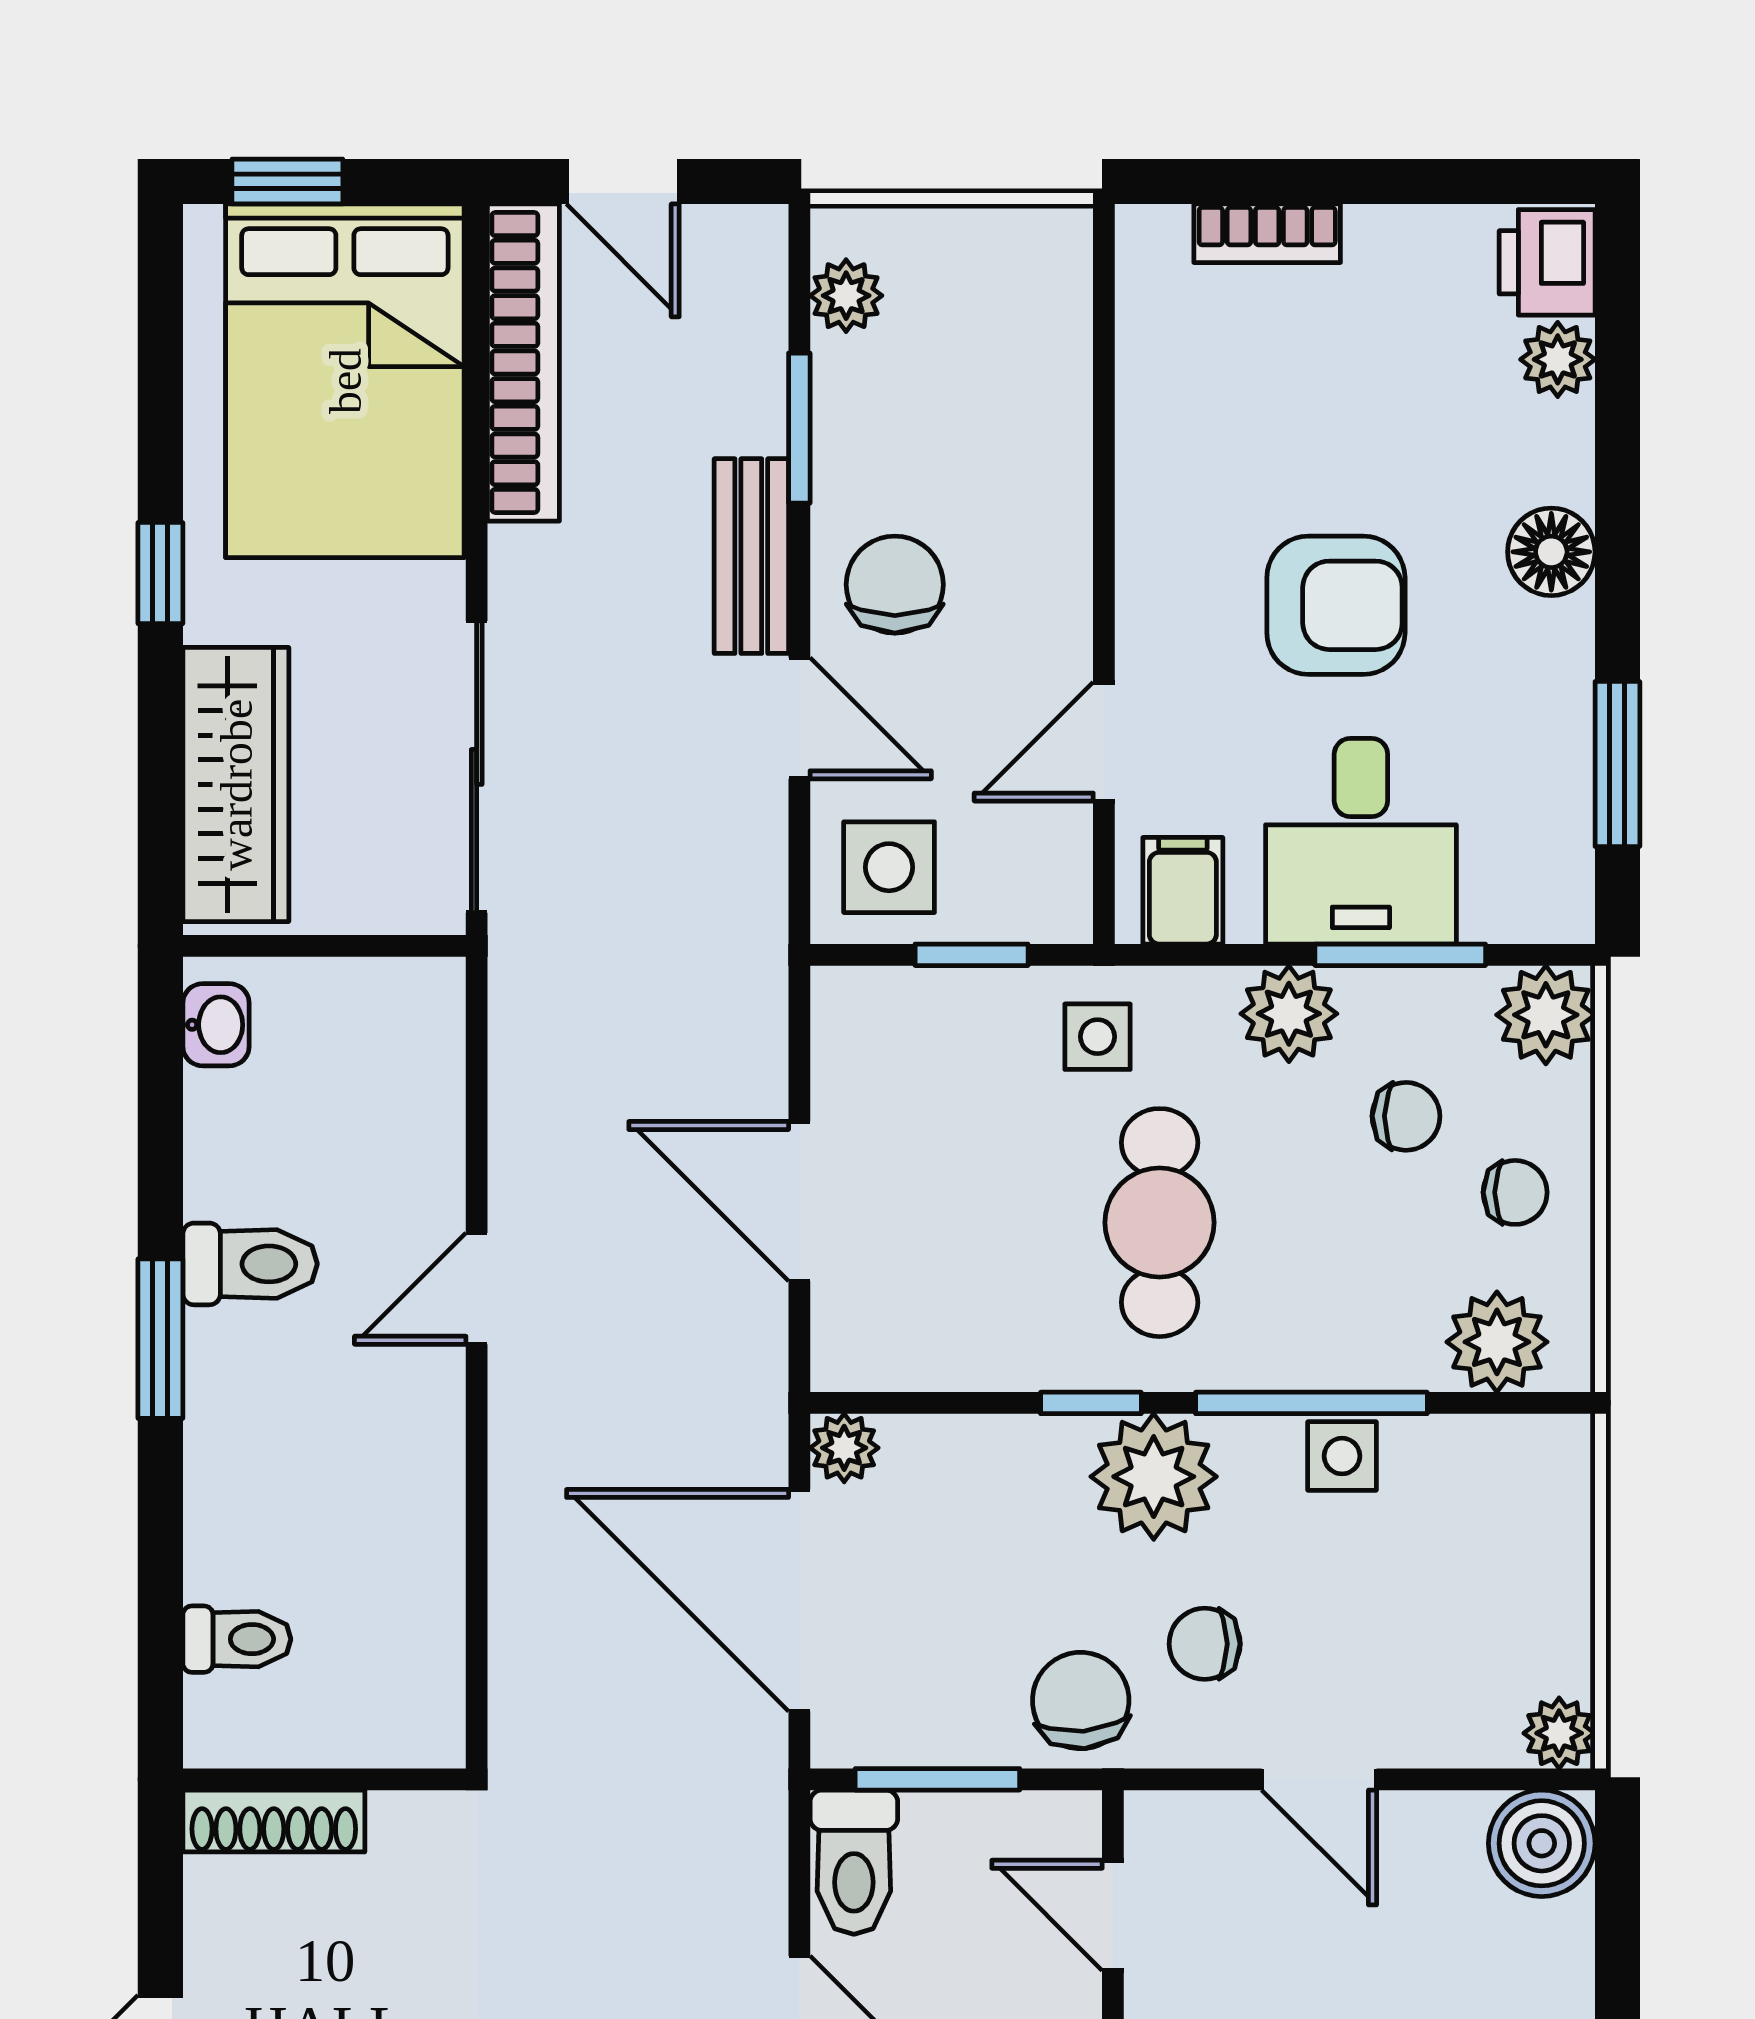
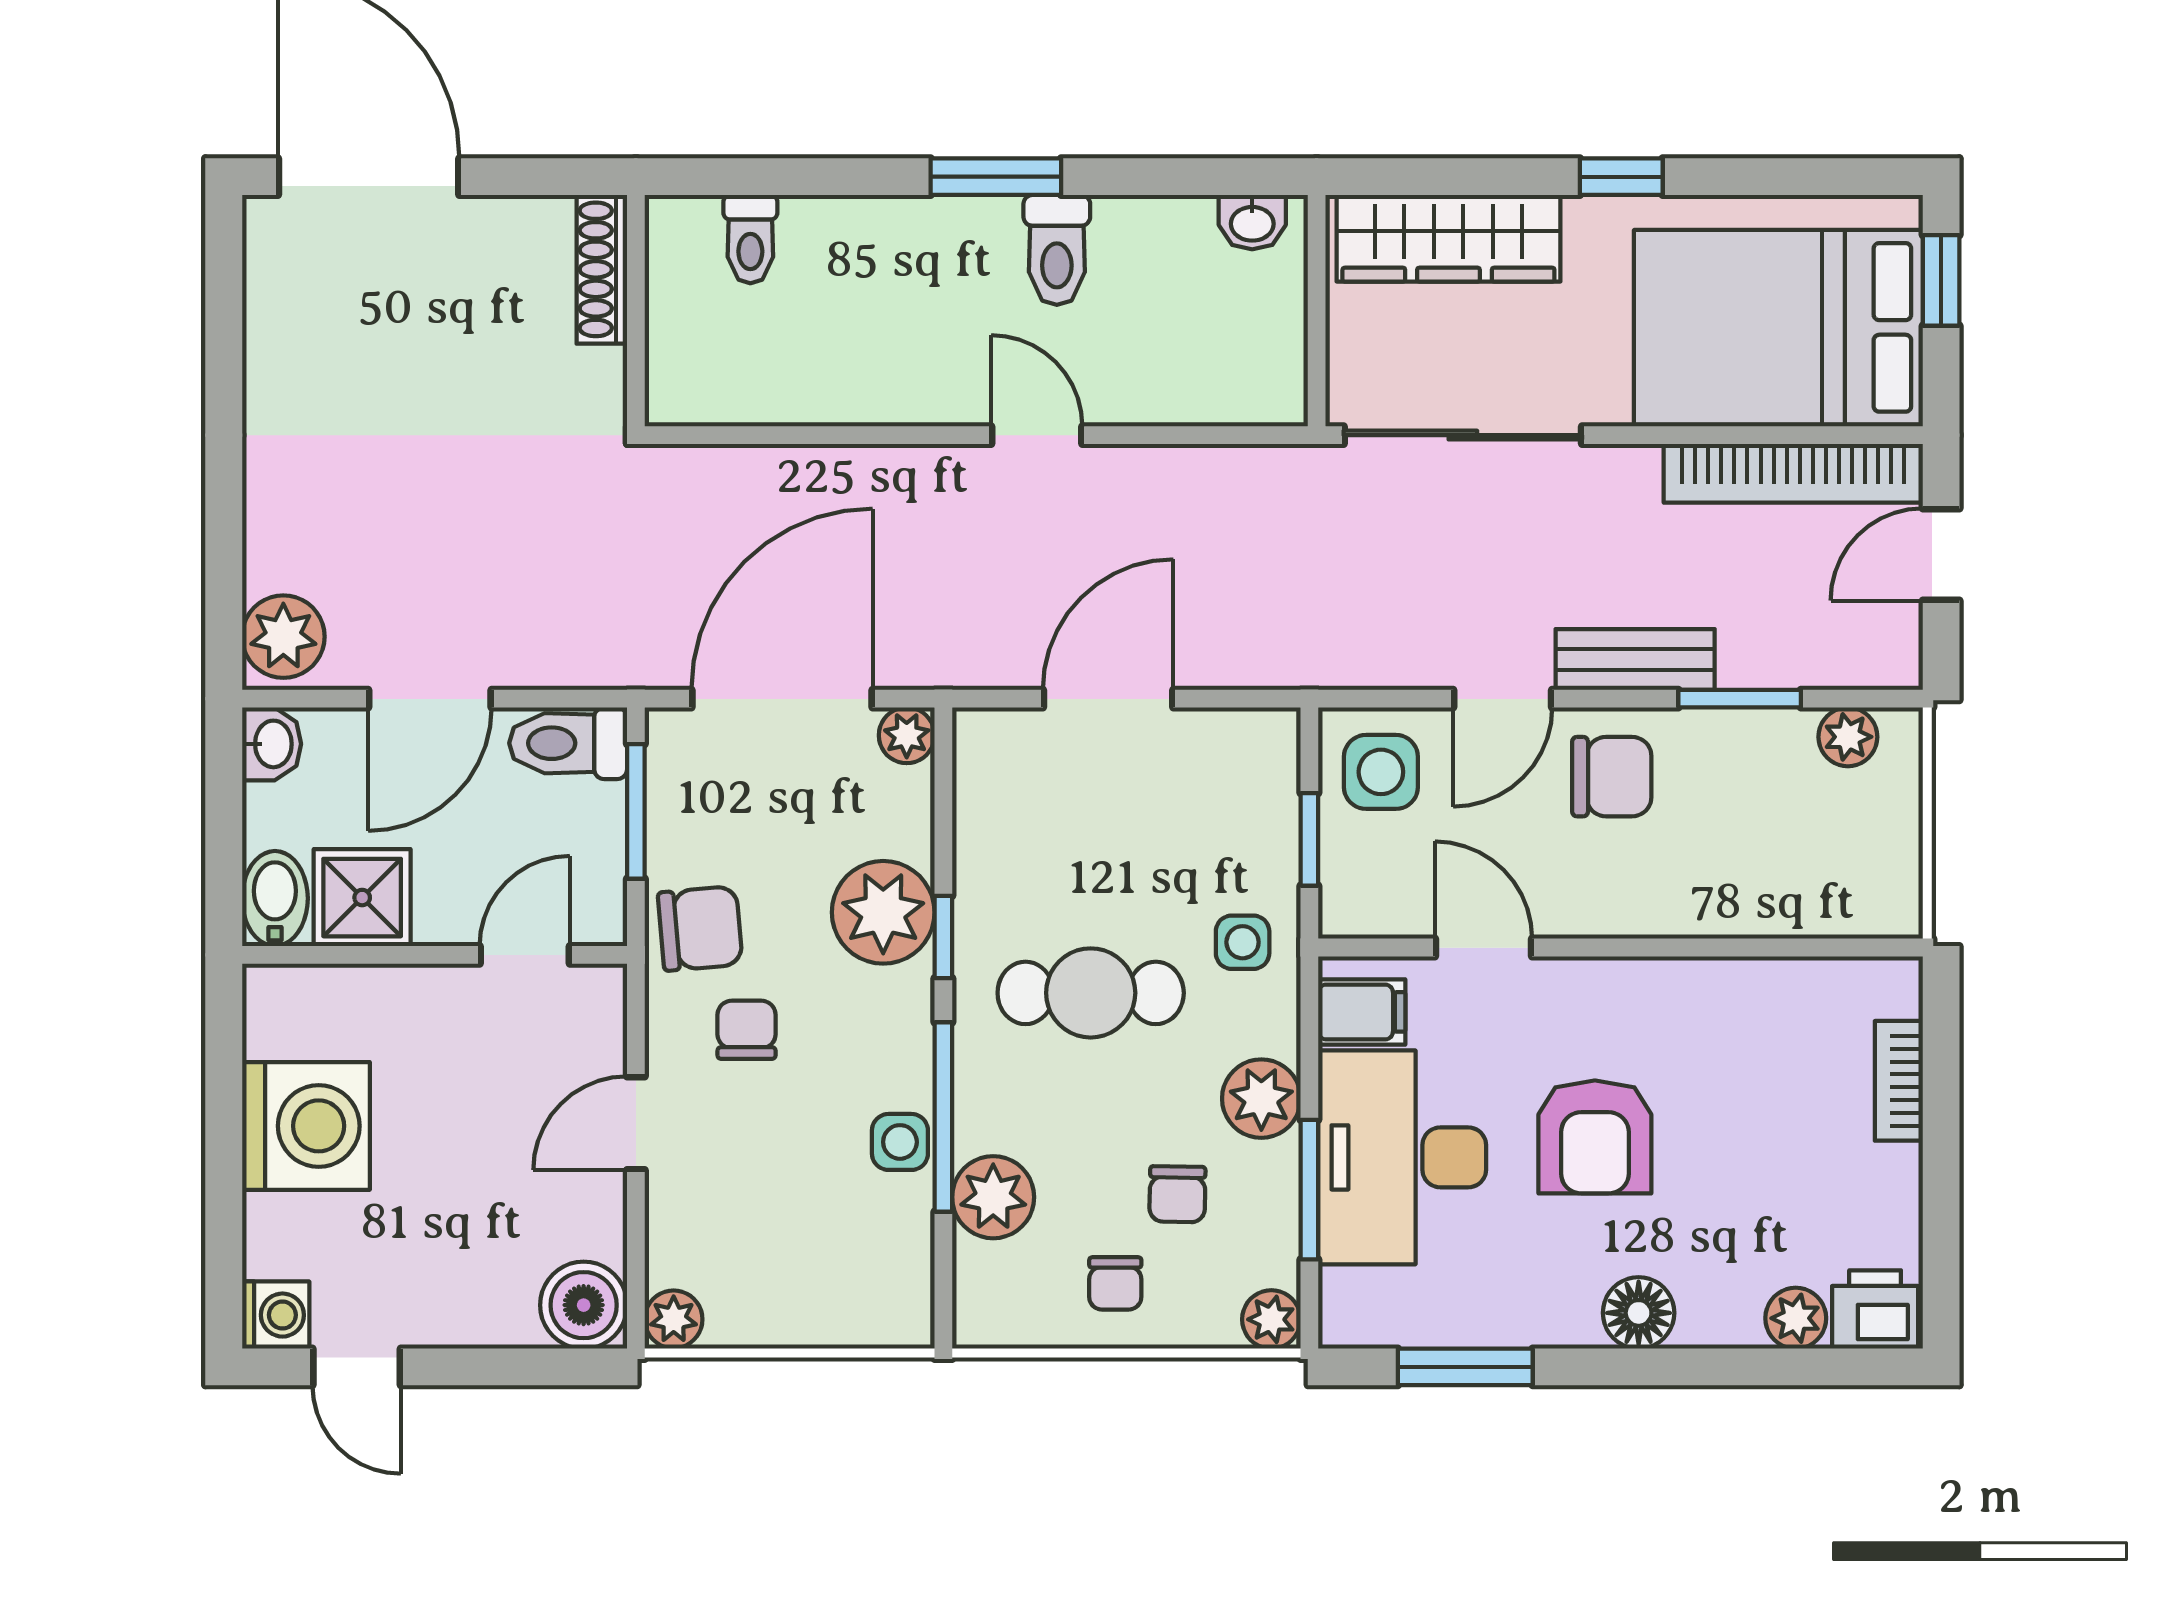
desk: (1361, 841) -> (1402, 1157), width x1.37
plant: (1546, 1015) -> (1271, 1319), width x0.73, depth x0.73
plant: (1497, 1342) -> (993, 1197), moved
plant: (1154, 1477) -> (883, 912), moved

